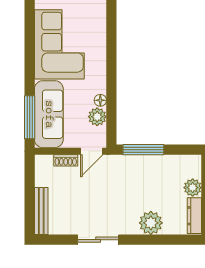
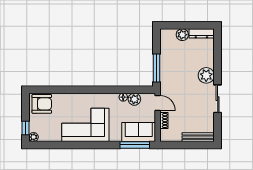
sofa: (49, 114) -> (139, 132), width x0.73
plant: (151, 223) -> (206, 75), moved

